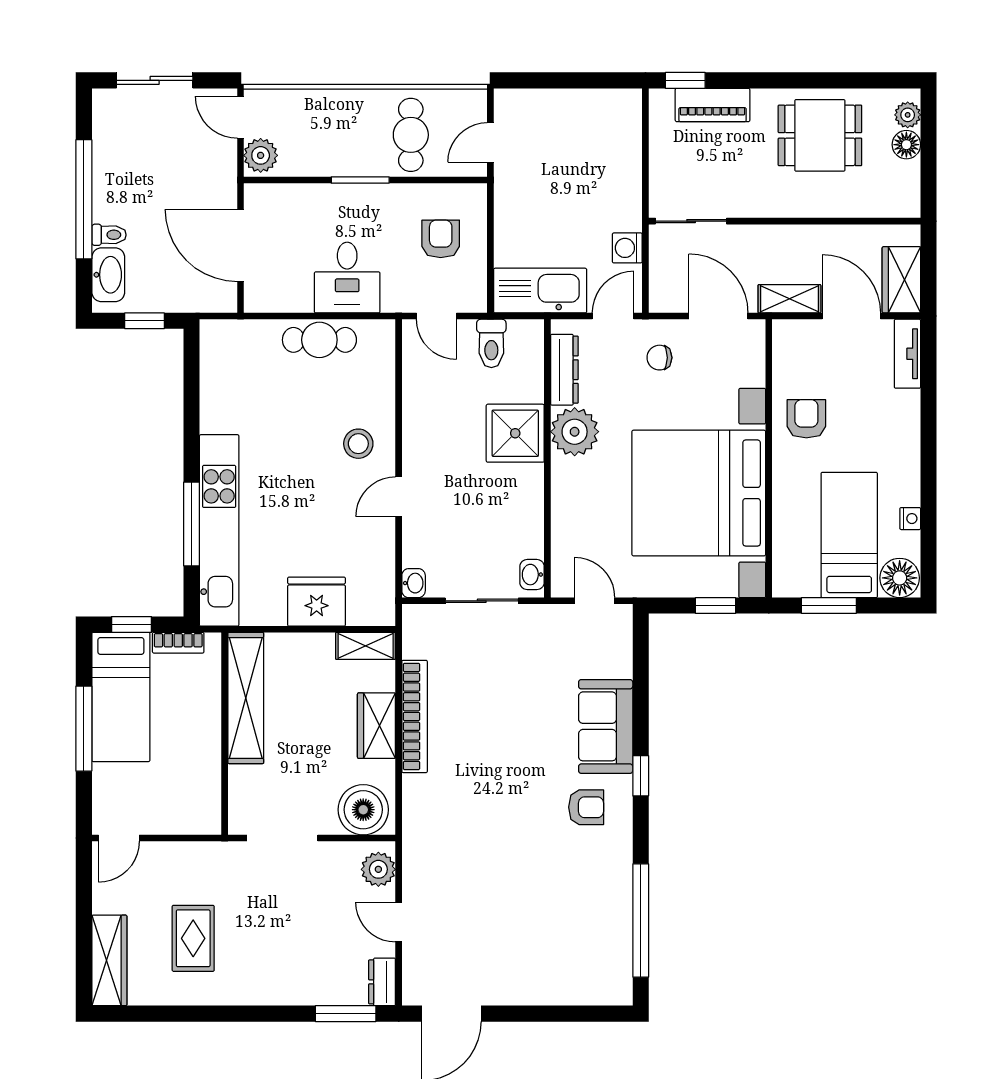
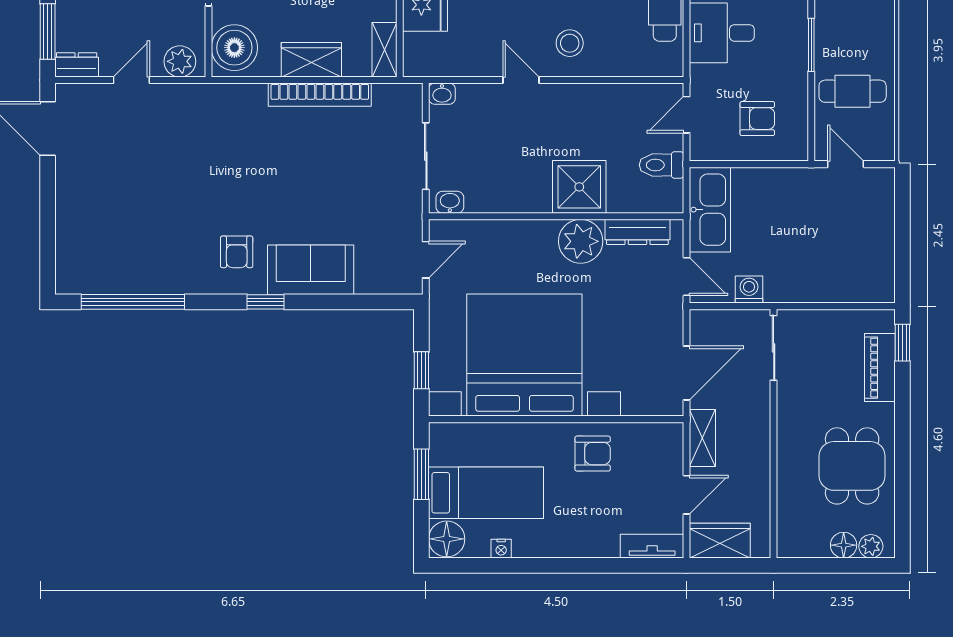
door: (851, 316) -> (687, 495), width x0.73
chair: (659, 358) -> (649, 319), removed

